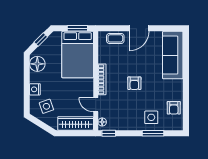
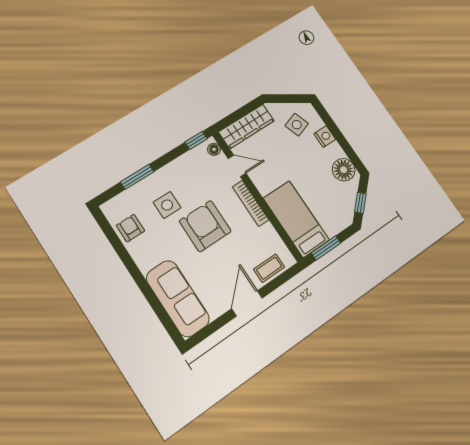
bed: (78, 54) -> (296, 219), width x0.67
armchair: (134, 83) -> (205, 226), width x1.88, depth x1.88
side table: (151, 117) -> (167, 205), moved

